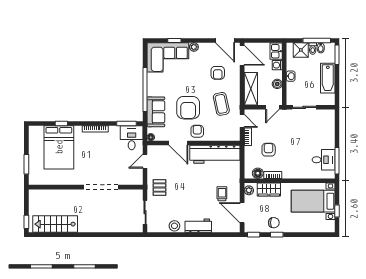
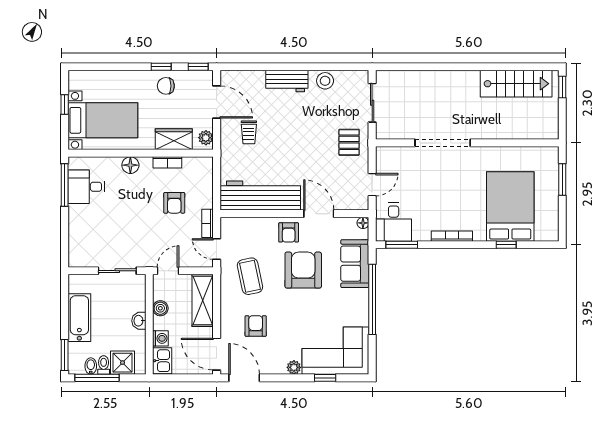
floor lamp: (258, 173) -> (130, 165), moved

